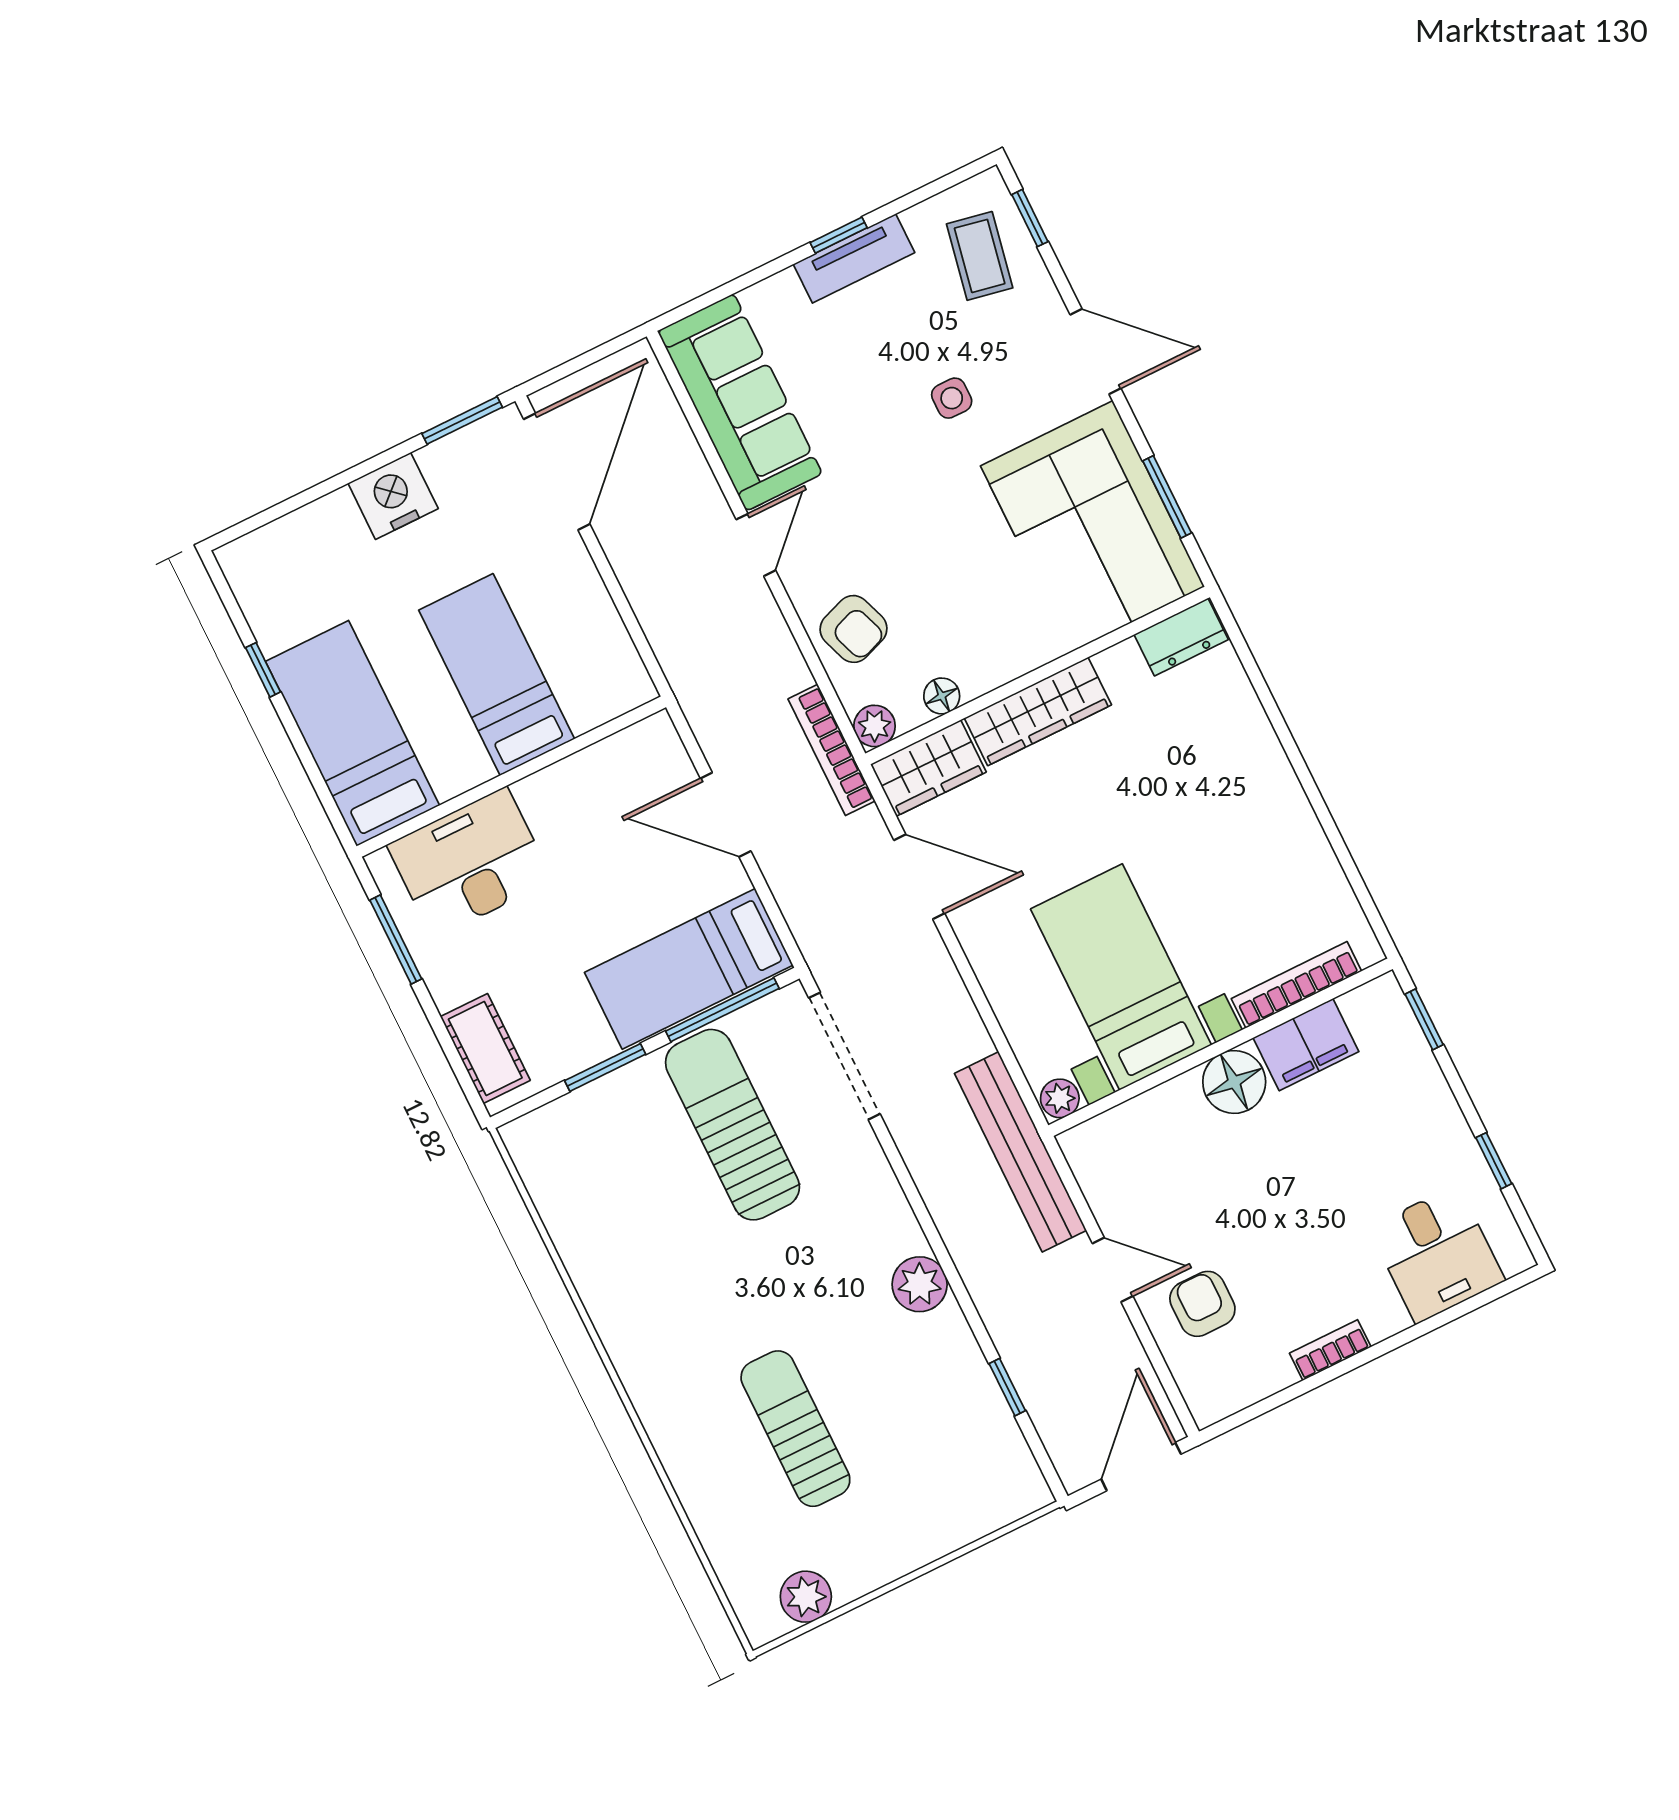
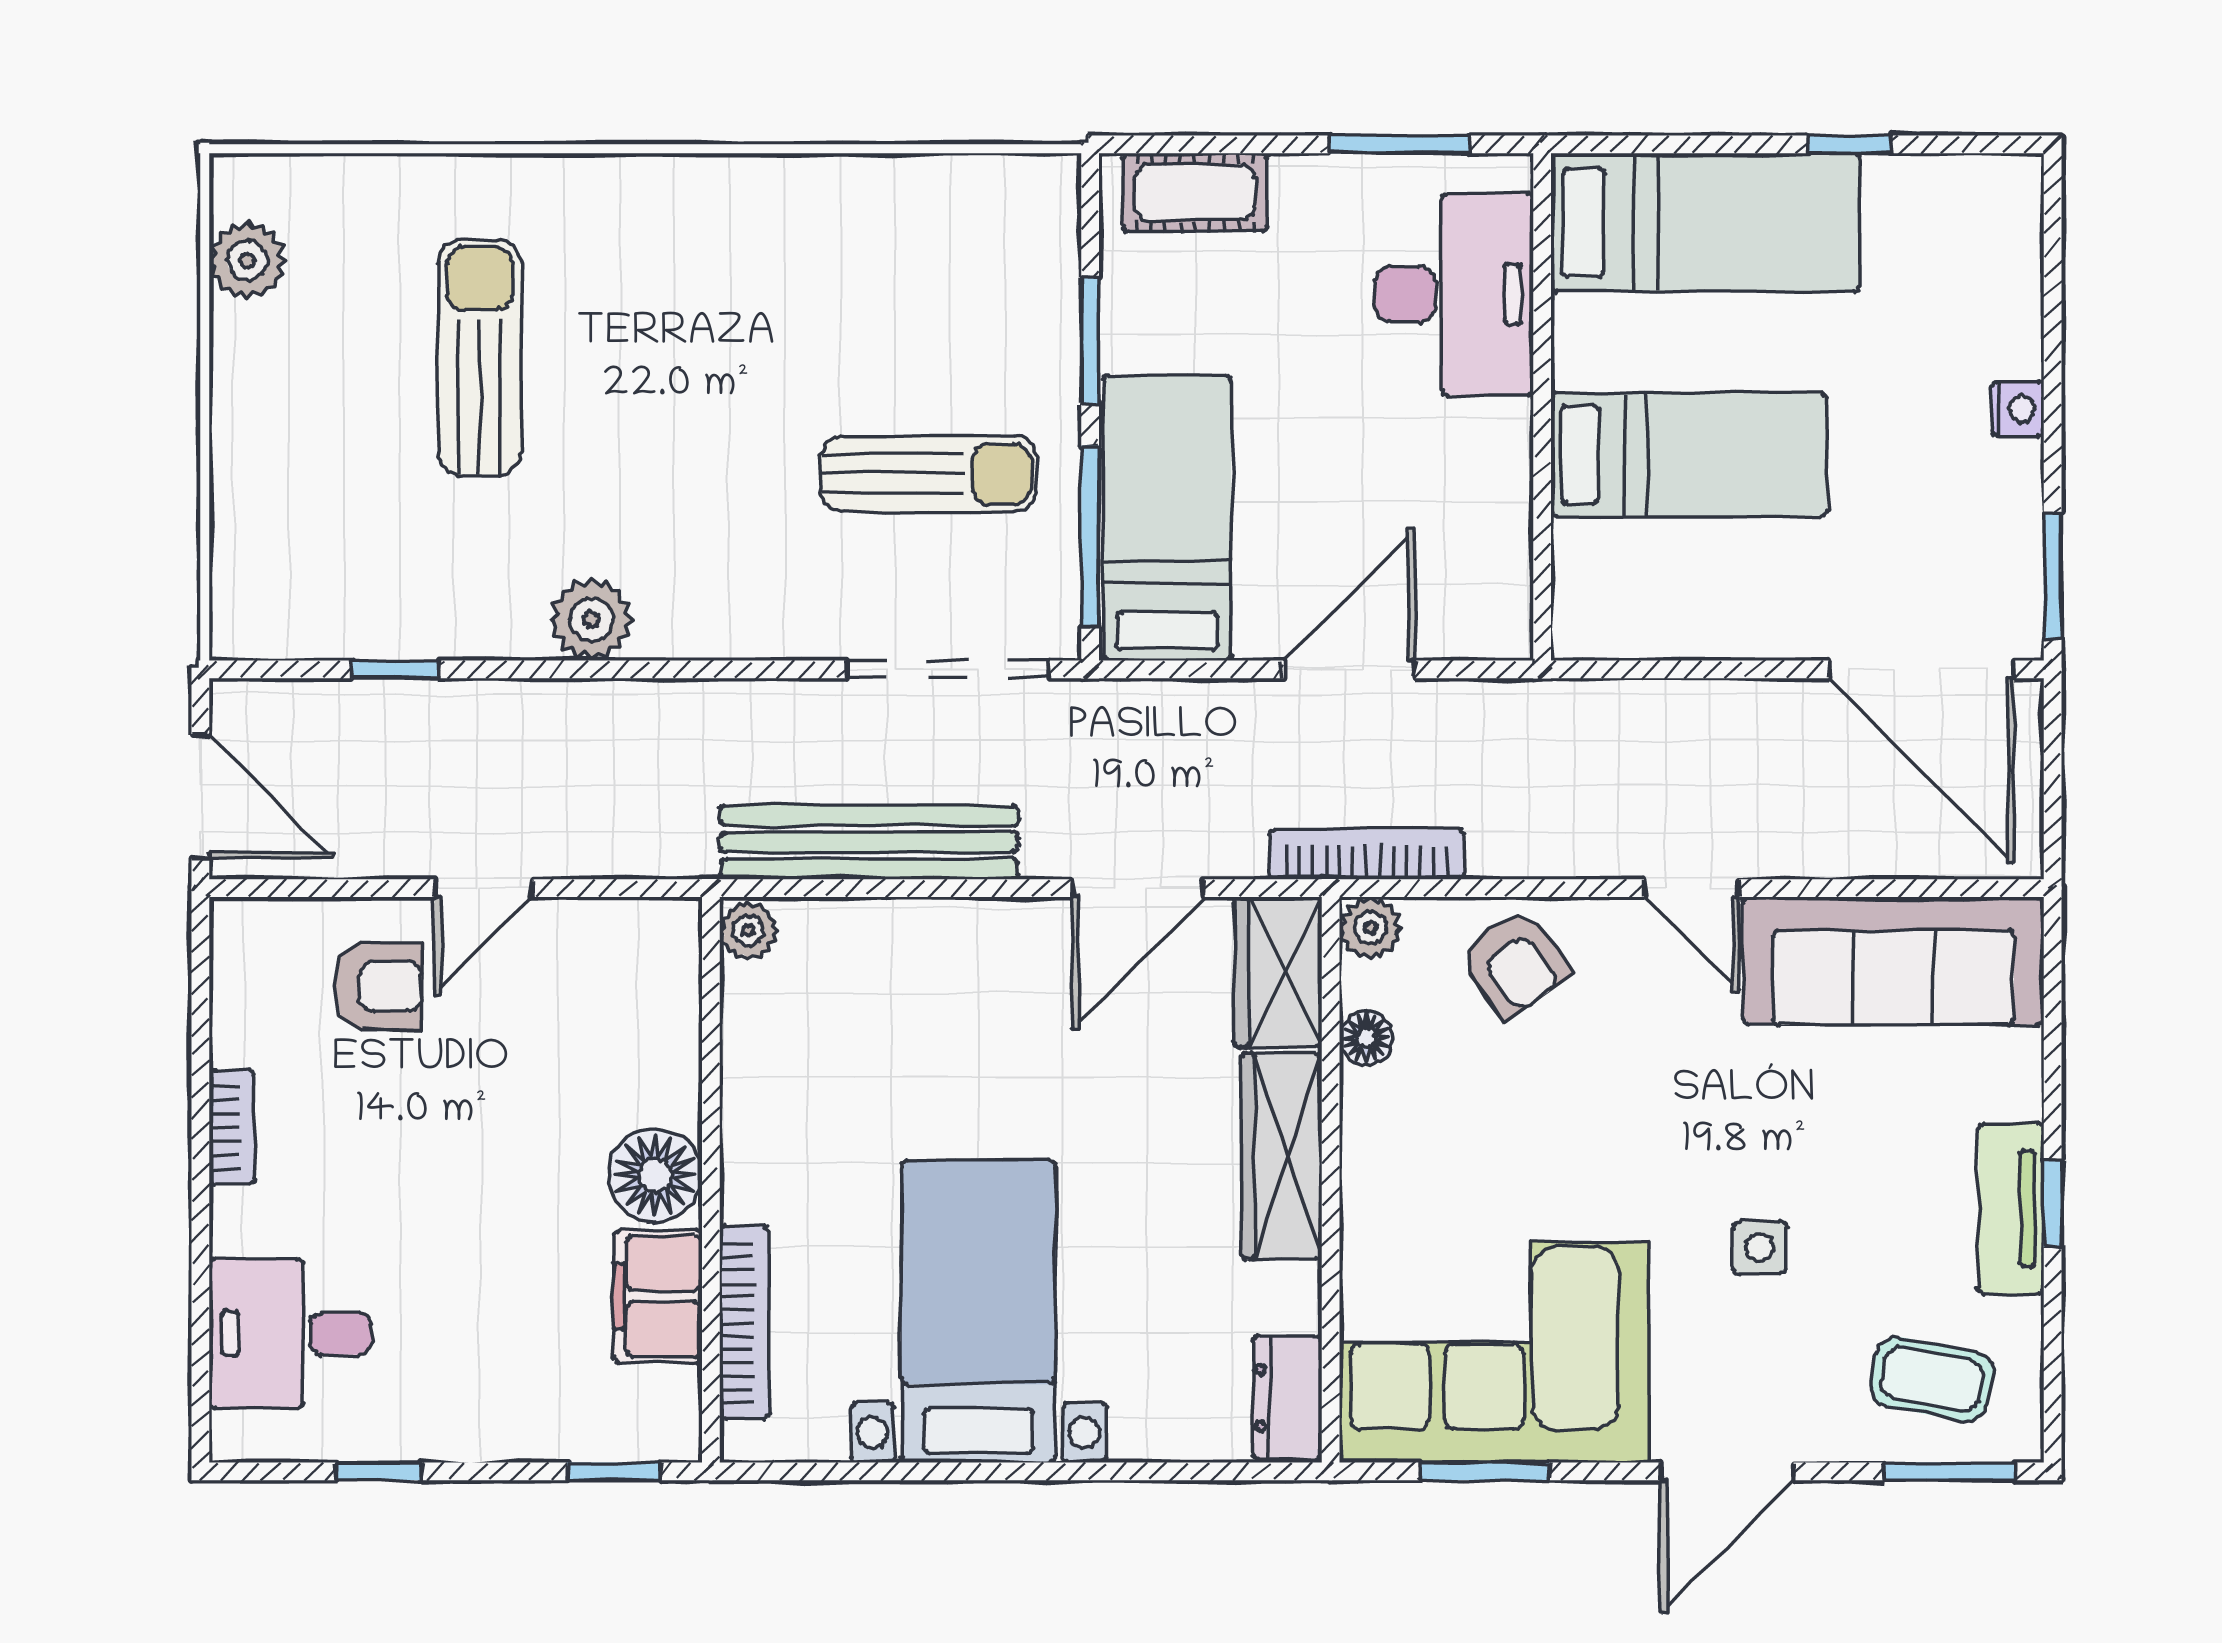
window: (1030, 218) -> (1949, 1471), width x1.50
nightstand: (393, 496) -> (2018, 409), width x0.53, depth x0.56
armchair: (854, 629) -> (1514, 964), turned -106
bed with nightstands: (1121, 977) -> (978, 1312), moved, turned -90
sun lounger: (732, 1125) -> (929, 474), width x0.73, depth x0.75
bench: (1020, 1152) -> (869, 842), moved
sun lounger: (795, 1429) -> (480, 358), turned -90

